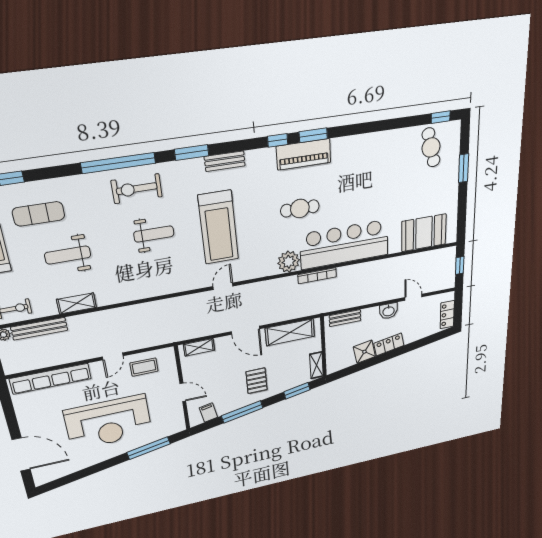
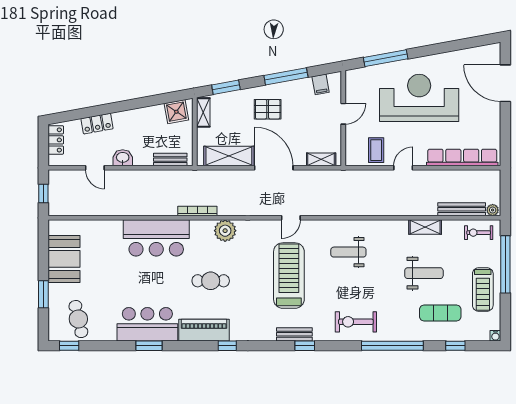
window: (313, 135) -> (149, 346), moved
bar counter: (363, 152) -> (147, 324), added
window: (192, 153) -> (305, 346), width x0.67
bench: (225, 161) -> (294, 334), moved
window: (118, 163) -> (392, 346), moved
exercise bike: (137, 189) -> (356, 322), turned 180
booth: (424, 233) -> (64, 259), moved, turned 90
weight bench: (154, 234) -> (348, 252), moved
bar counter: (344, 245) -> (156, 238), width x0.73
door: (245, 330) -> (274, 168), width x1.36
locker: (389, 344) -> (97, 124), moved
shower: (364, 352) -> (176, 112), moved
coffee table: (144, 367) -> (376, 150), turned 90
pallet: (257, 381) -> (268, 109), turned 90
door: (183, 392) -> (343, 114), swing flipped

